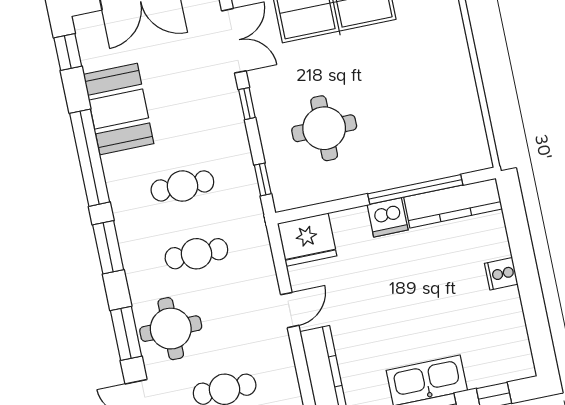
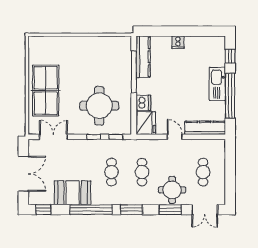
window: (247, 104) -> (94, 137), moved
round table: (324, 128) -> (99, 106), width x1.36, depth x1.36
dishwasher: (388, 217) -> (143, 103), moved

